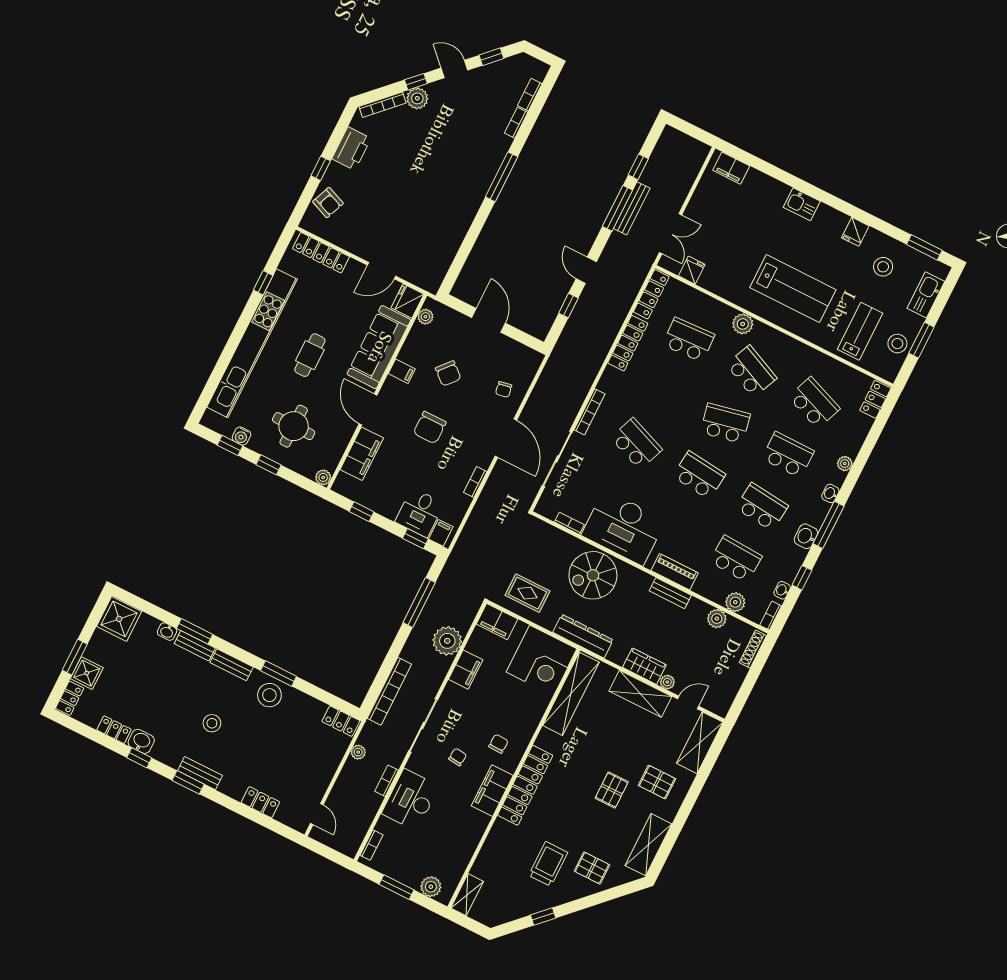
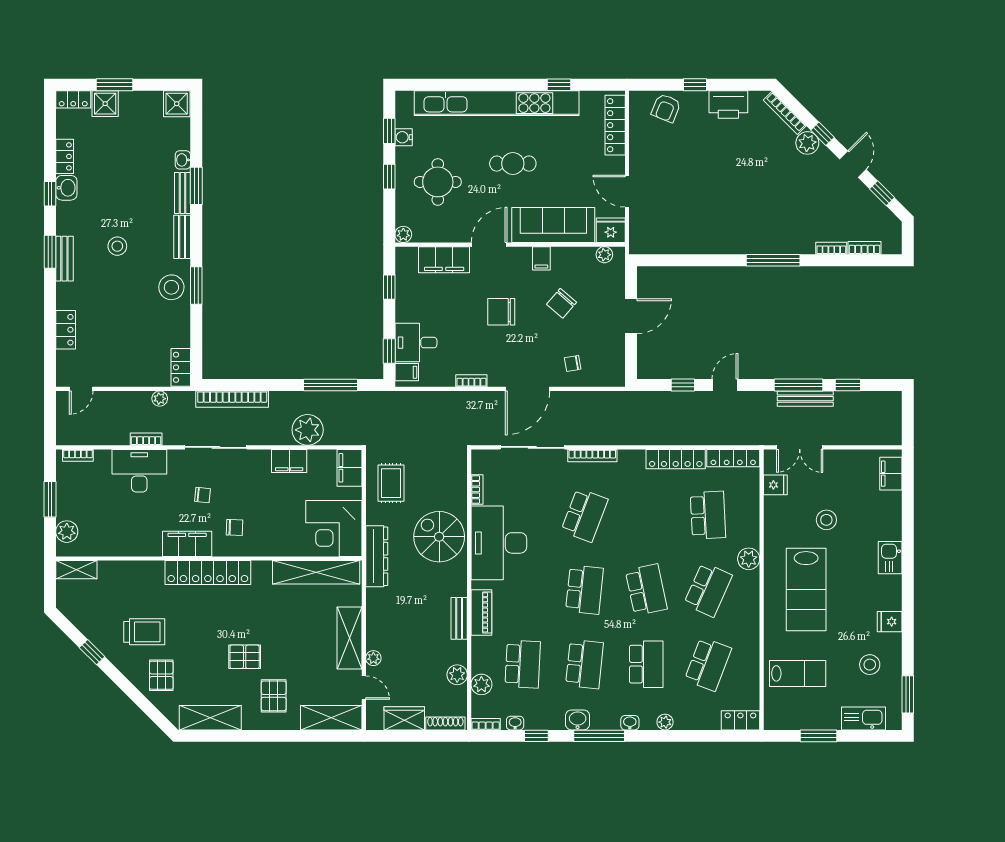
stool: (897, 344) -> (826, 520), moved
shower: (119, 619) -> (177, 104), width x0.73, depth x0.73
wardrobe: (644, 666) -> (404, 718), moved, turned -90

